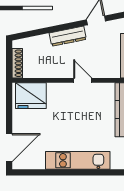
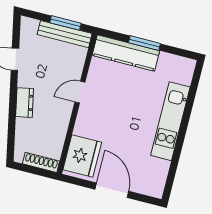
dresser: (68, 36) -> (25, 103), width x0.70
door: (9, 148) -> (112, 190), moved

